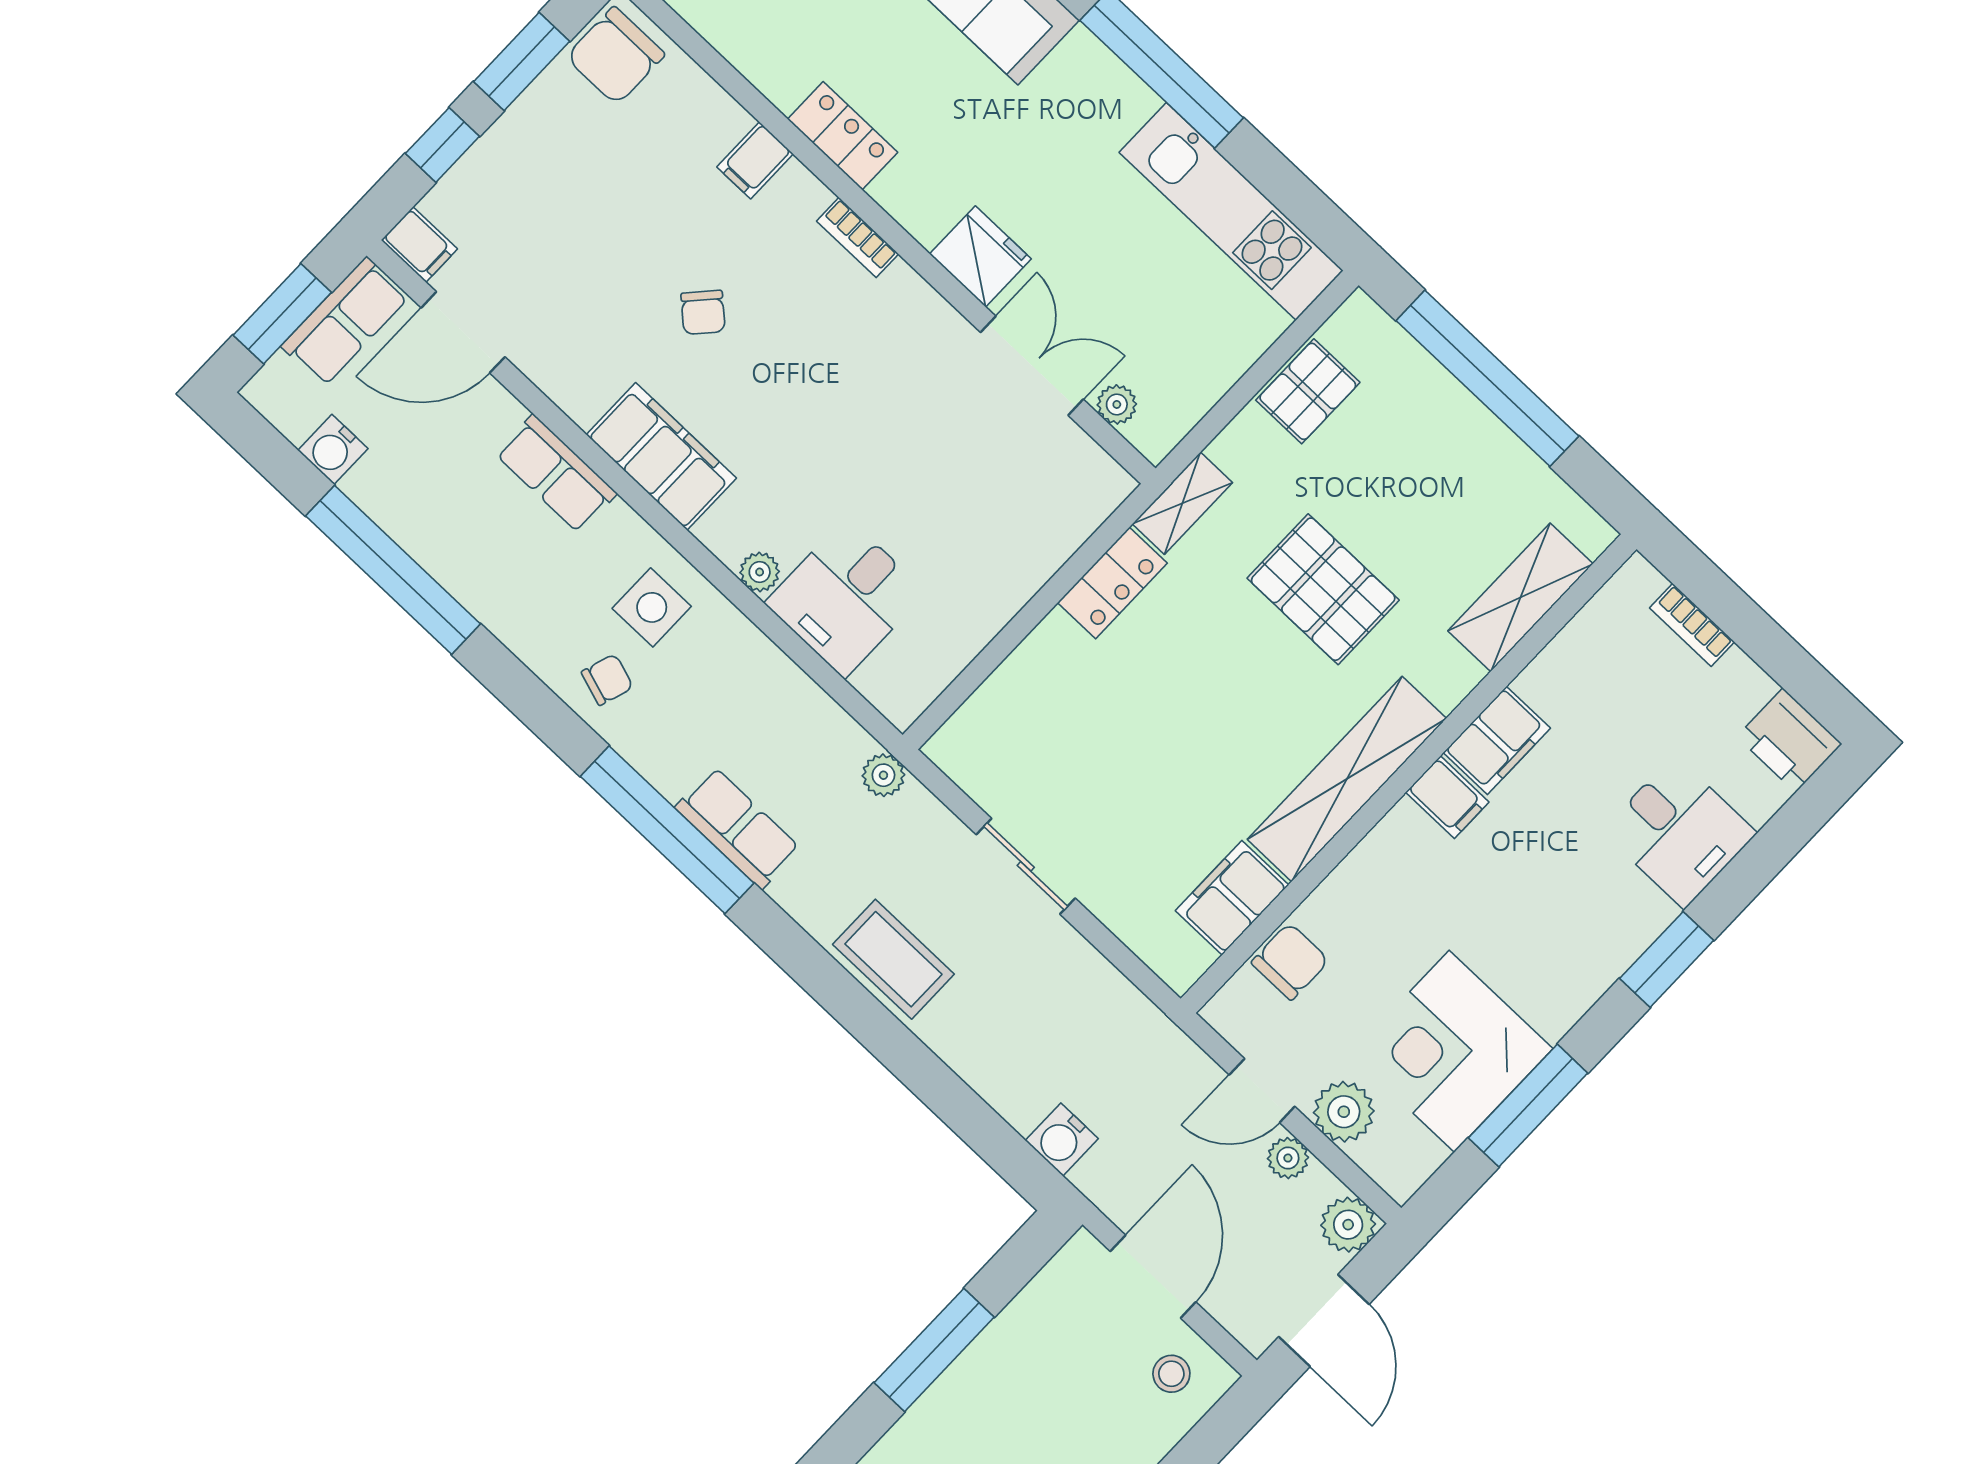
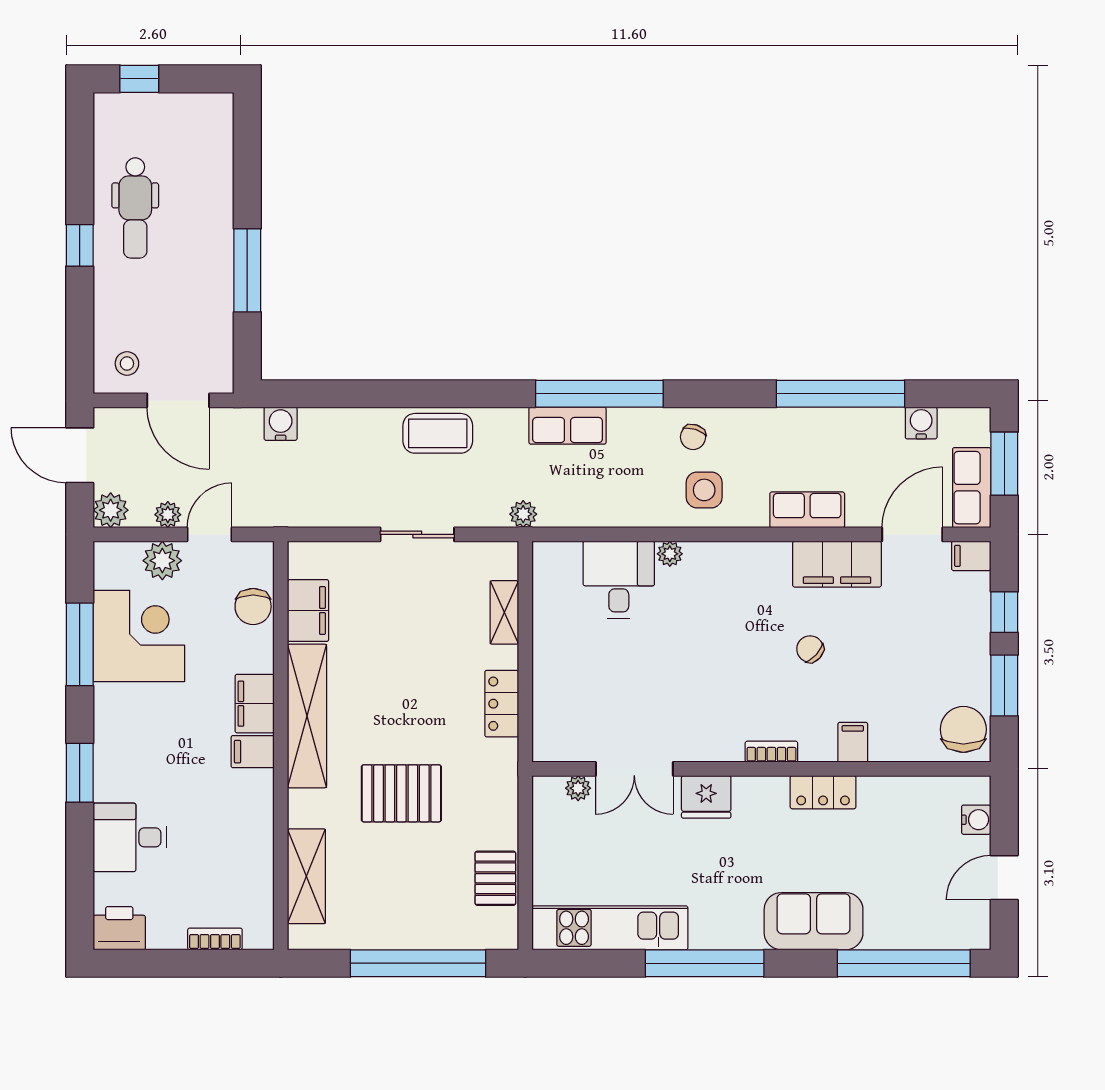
filing cabinet: (661, 456) -> (837, 564), moved
shelving: (1182, 503) -> (504, 612), moved
filing cabinet: (1497, 740) -> (255, 704), moved

